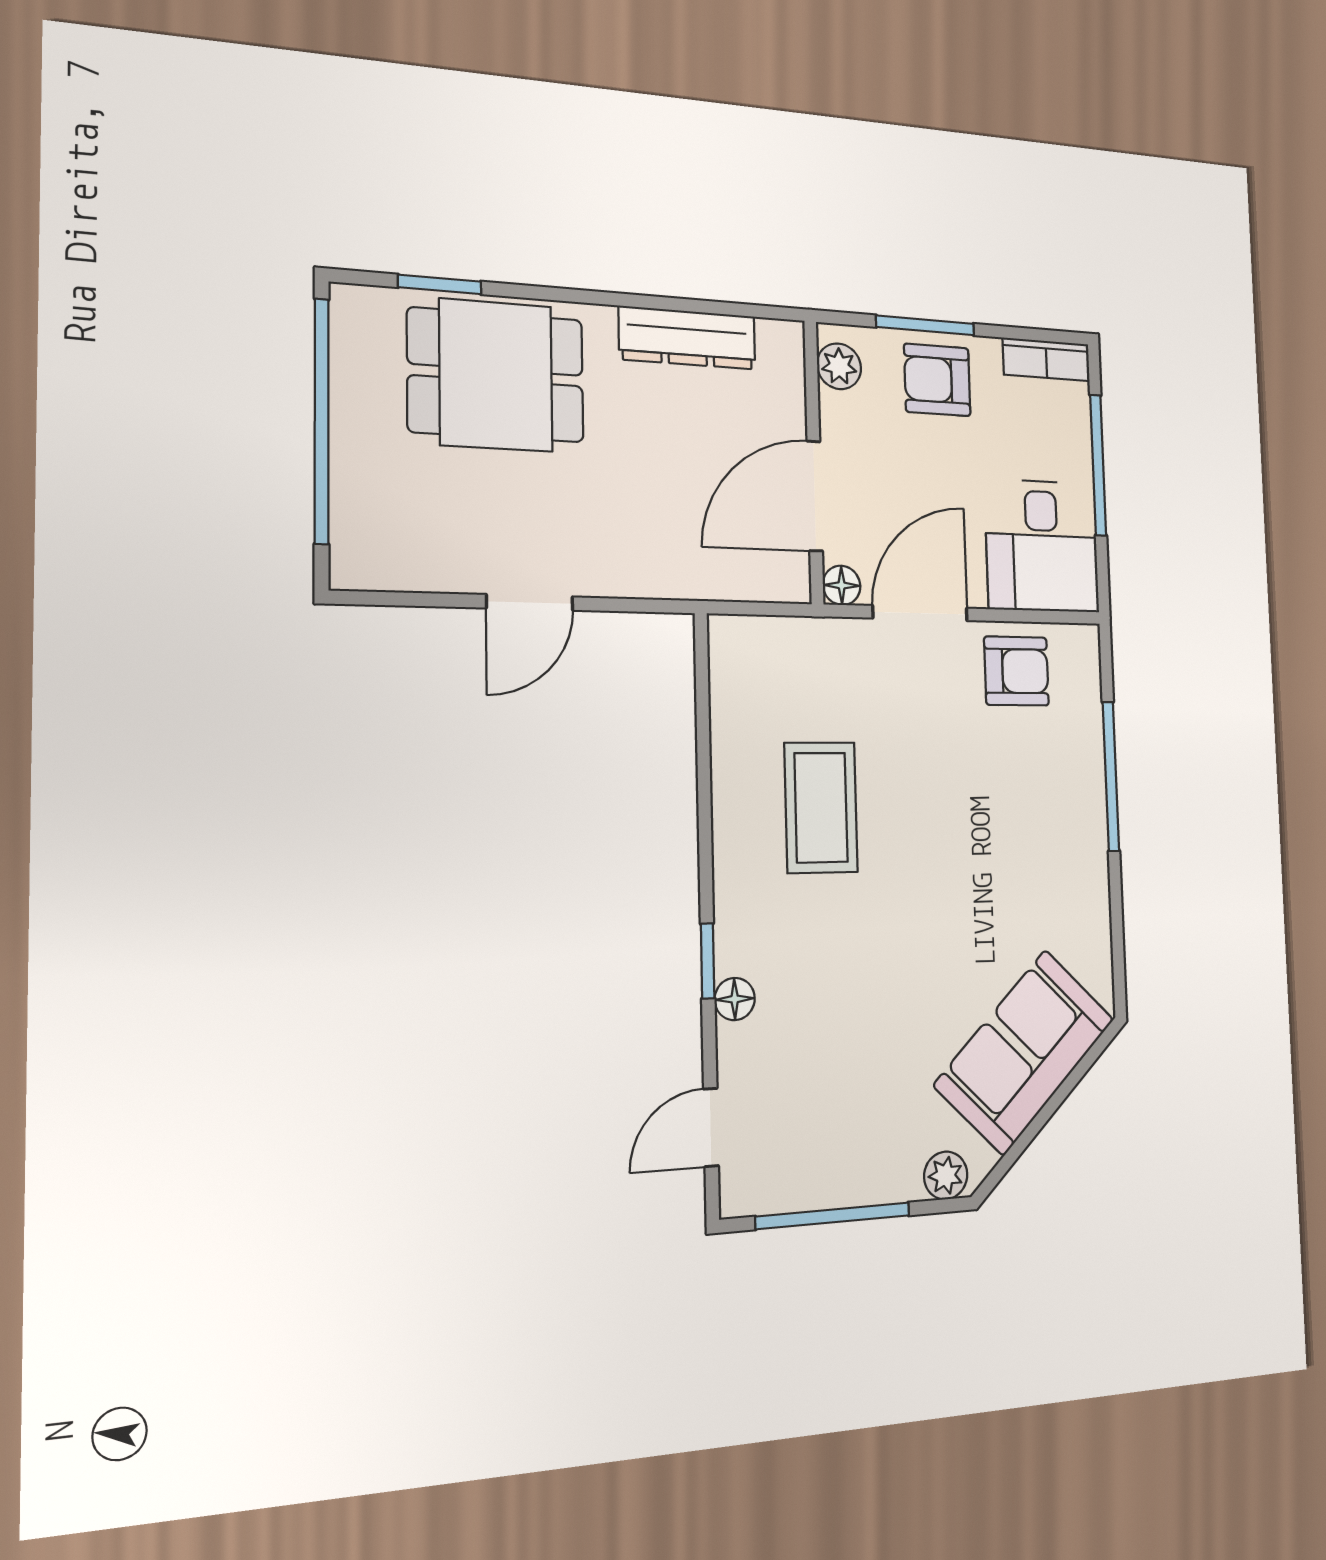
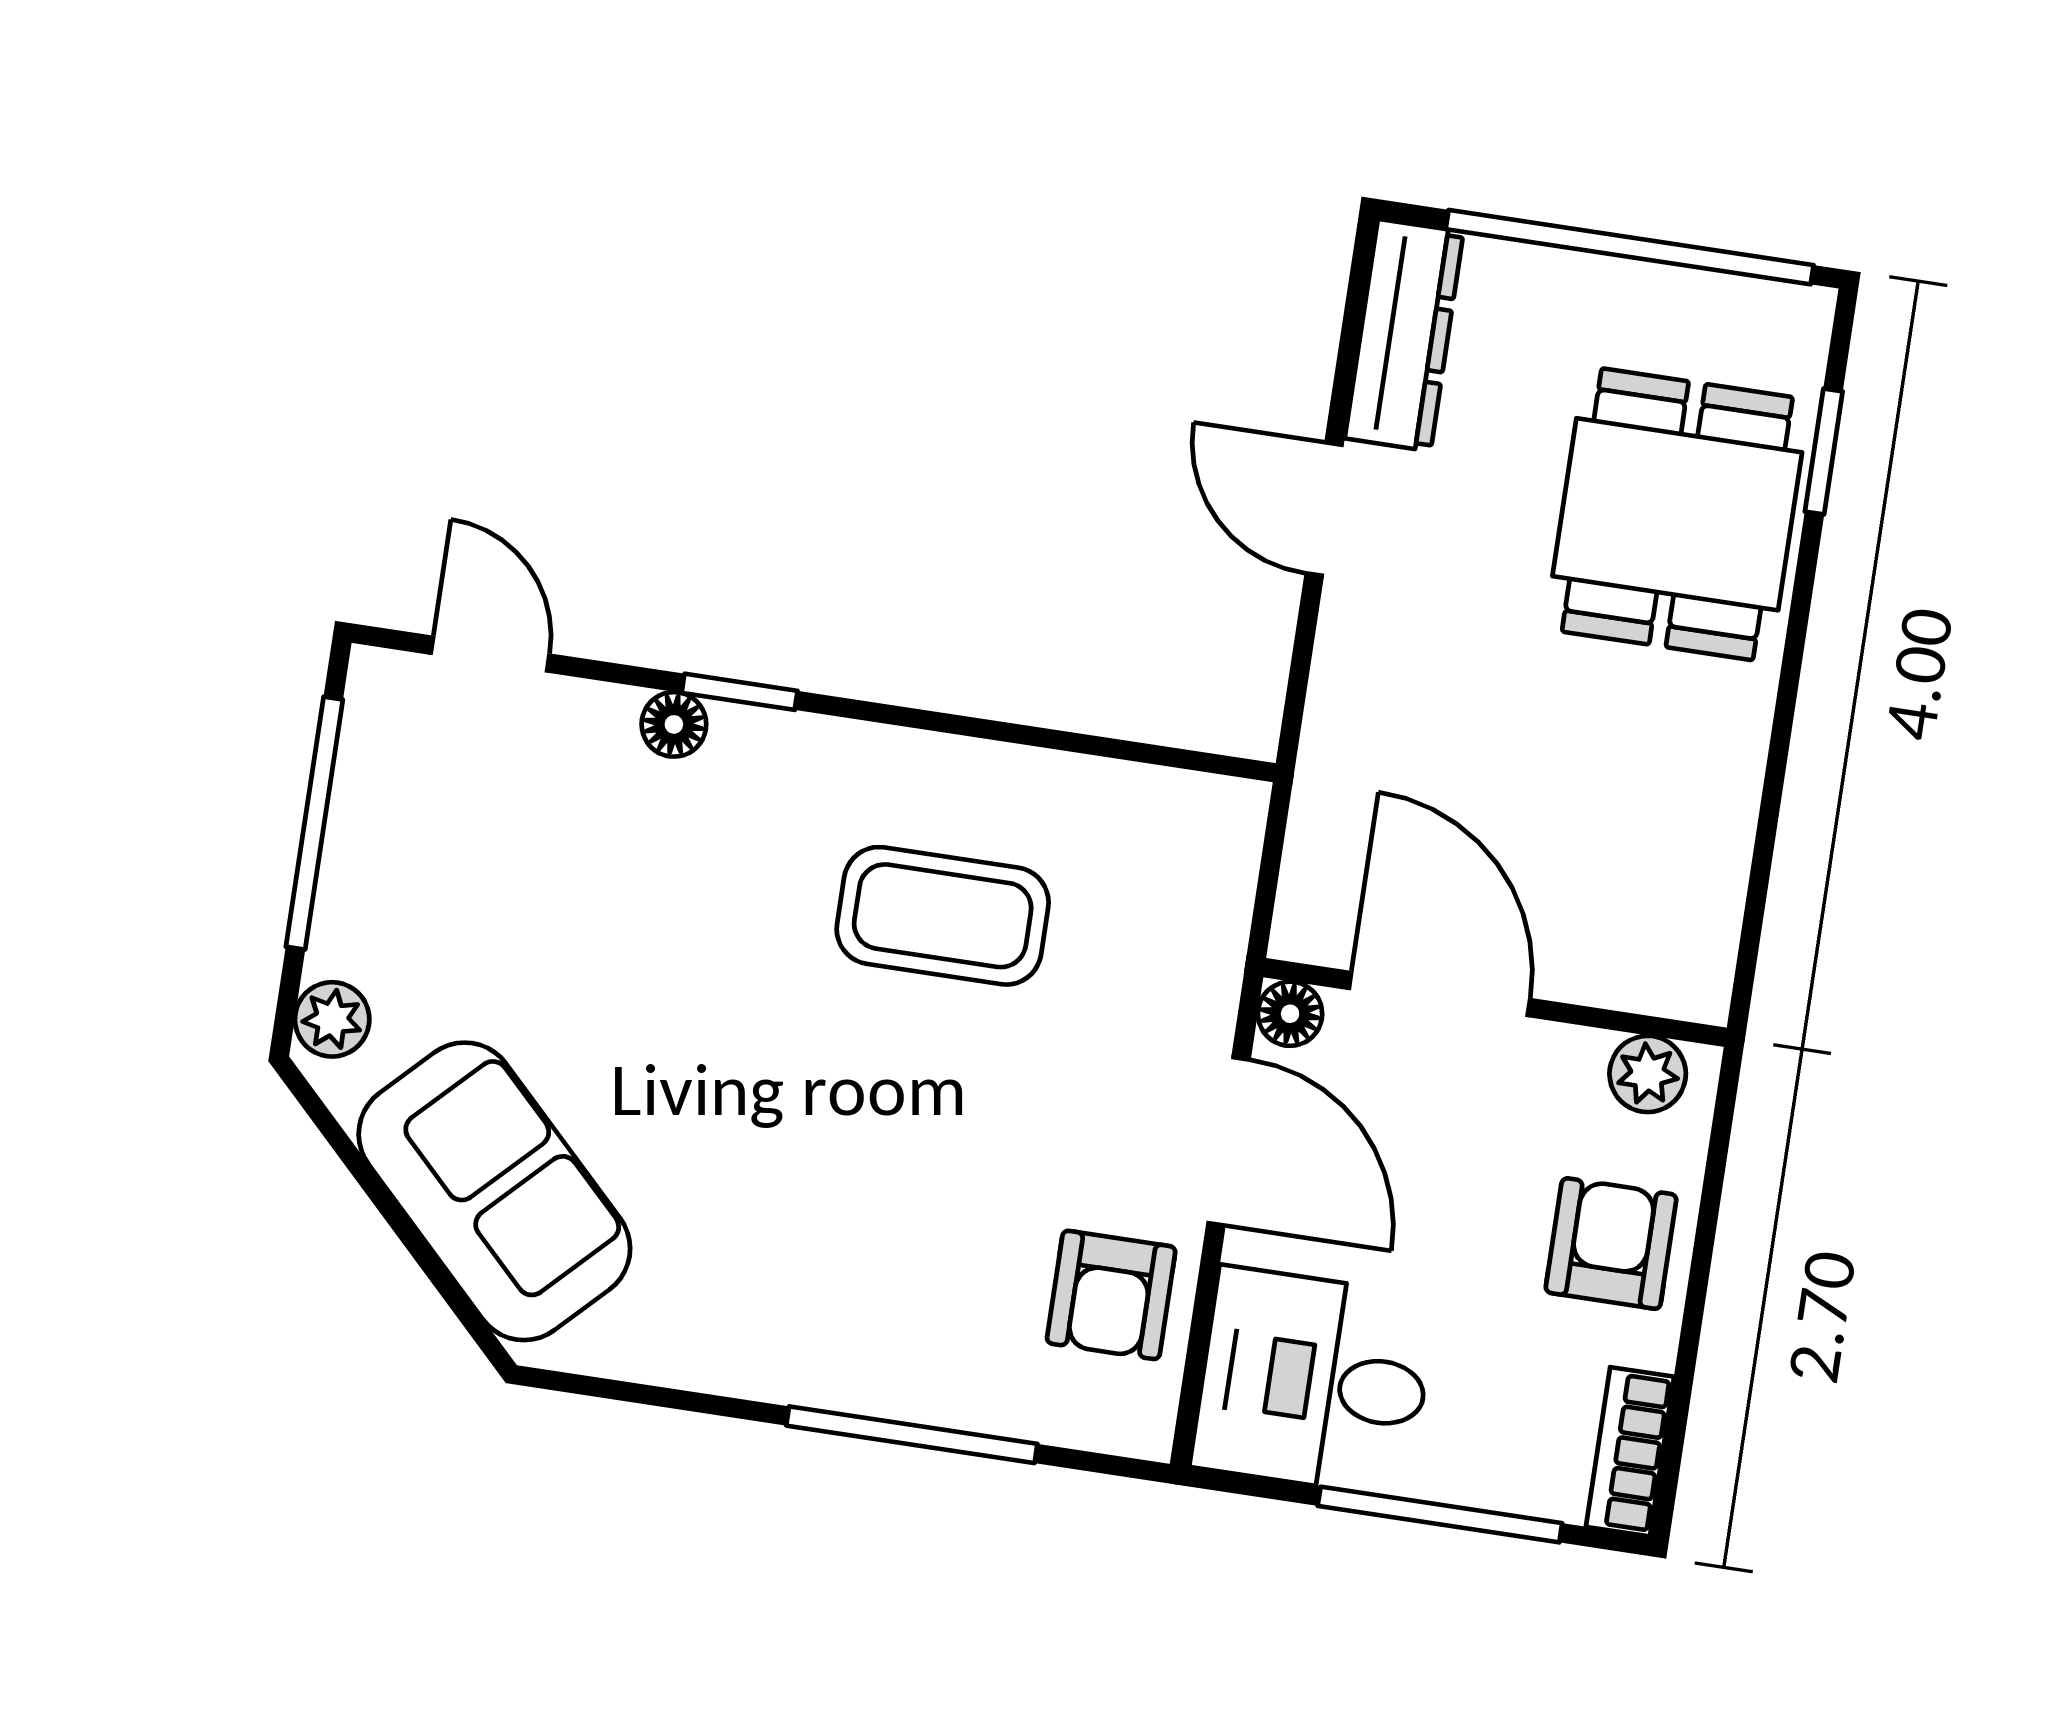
window: (925, 325) -> (1705, 1239), removed
dresser: (687, 338) -> (1404, 335), moved, turned 180

